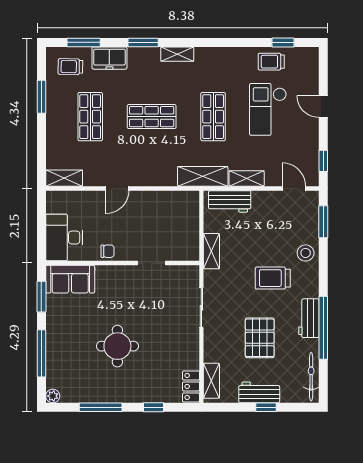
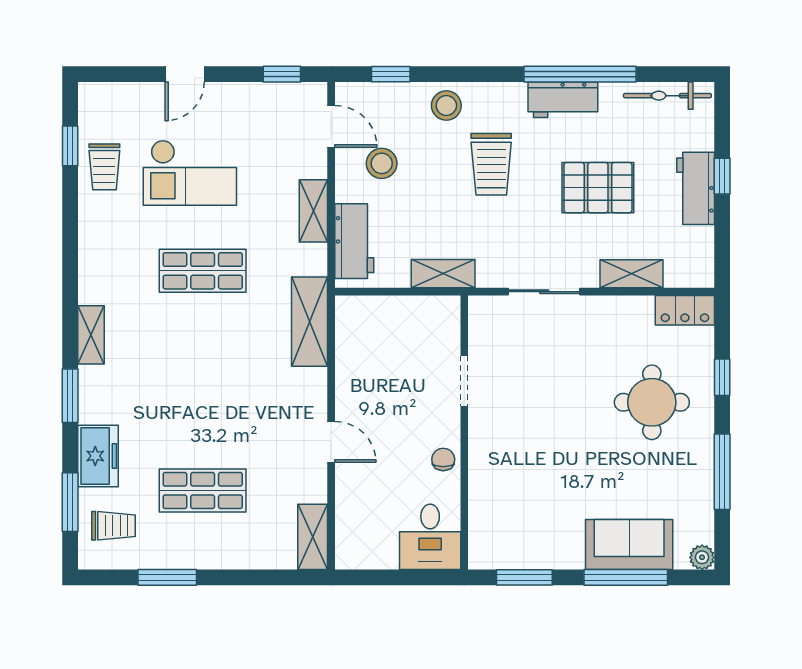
trolley: (70, 67) -> (113, 526), turned -91
shop shelf: (152, 117) -> (203, 381), removed
shelving: (203, 176) -> (310, 322), moved
door: (294, 188) -> (331, 126), swing flipped
stool: (273, 217) -> (382, 163), added
window: (323, 222) -> (391, 74), width x0.67
desk: (64, 238) -> (430, 537), width x0.73
sofa: (70, 279) -> (629, 545), moved, turned -90
round table: (117, 346) -> (652, 402), moved
shelving: (211, 381) -> (631, 274), moved

